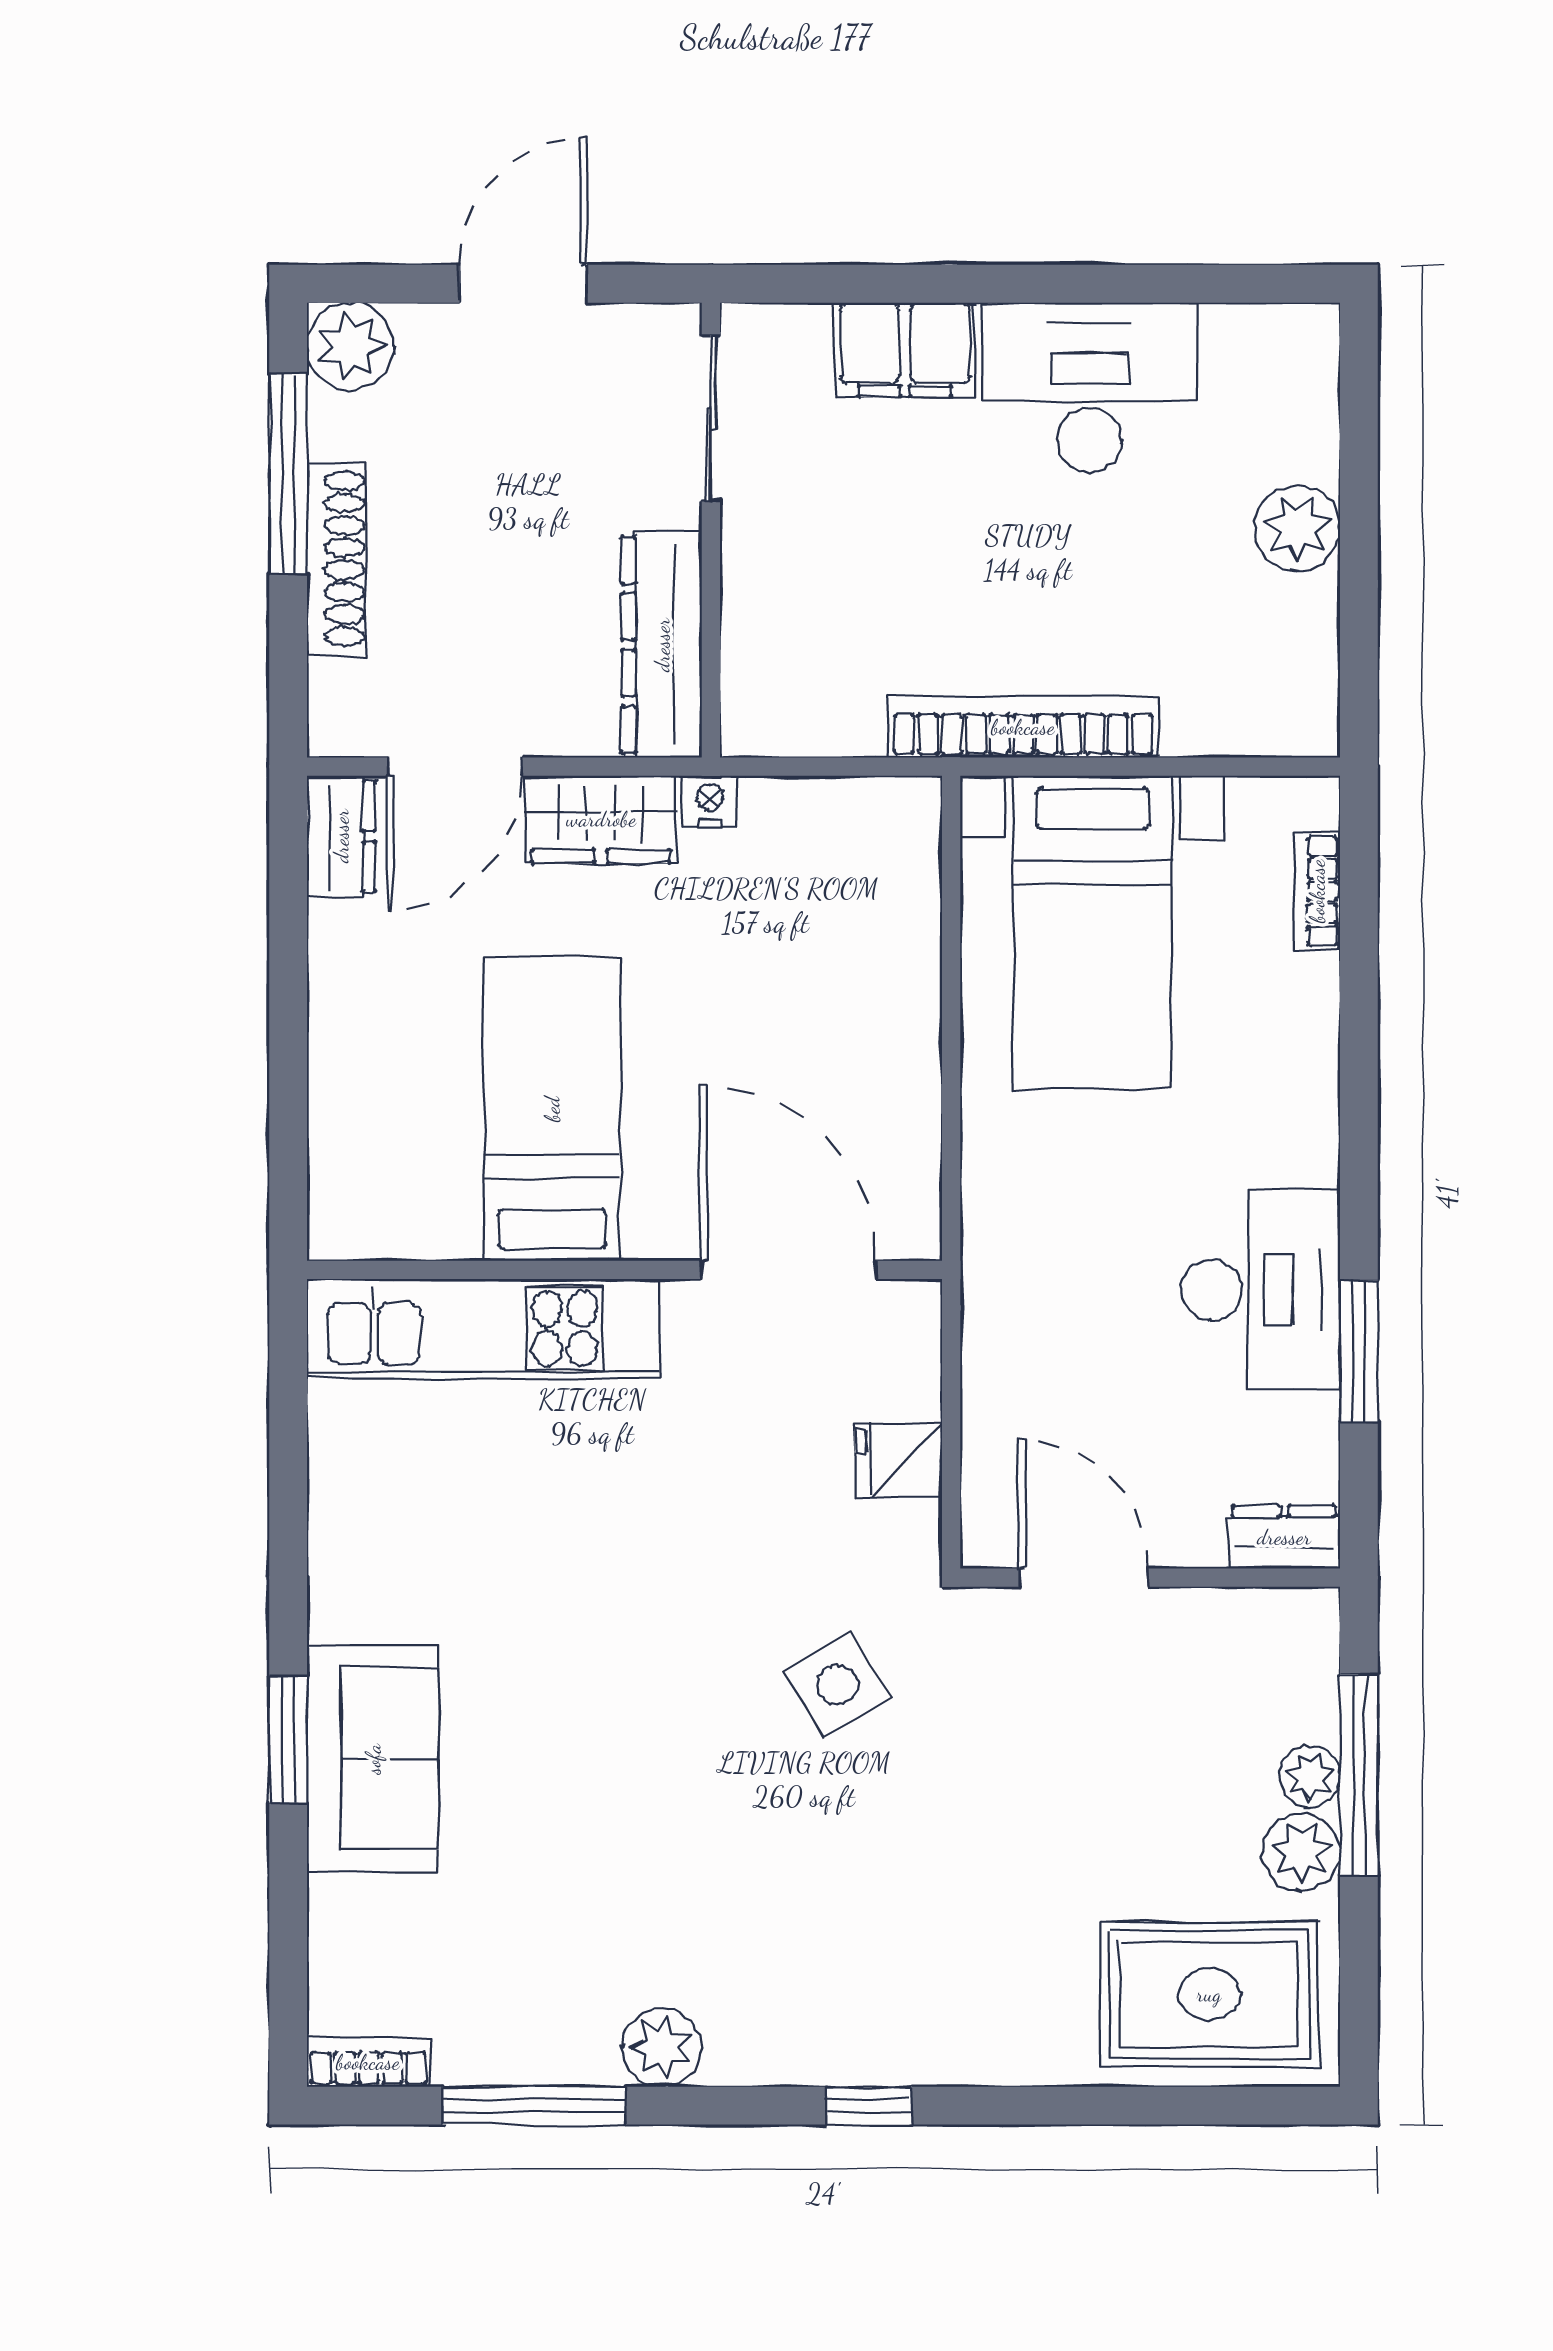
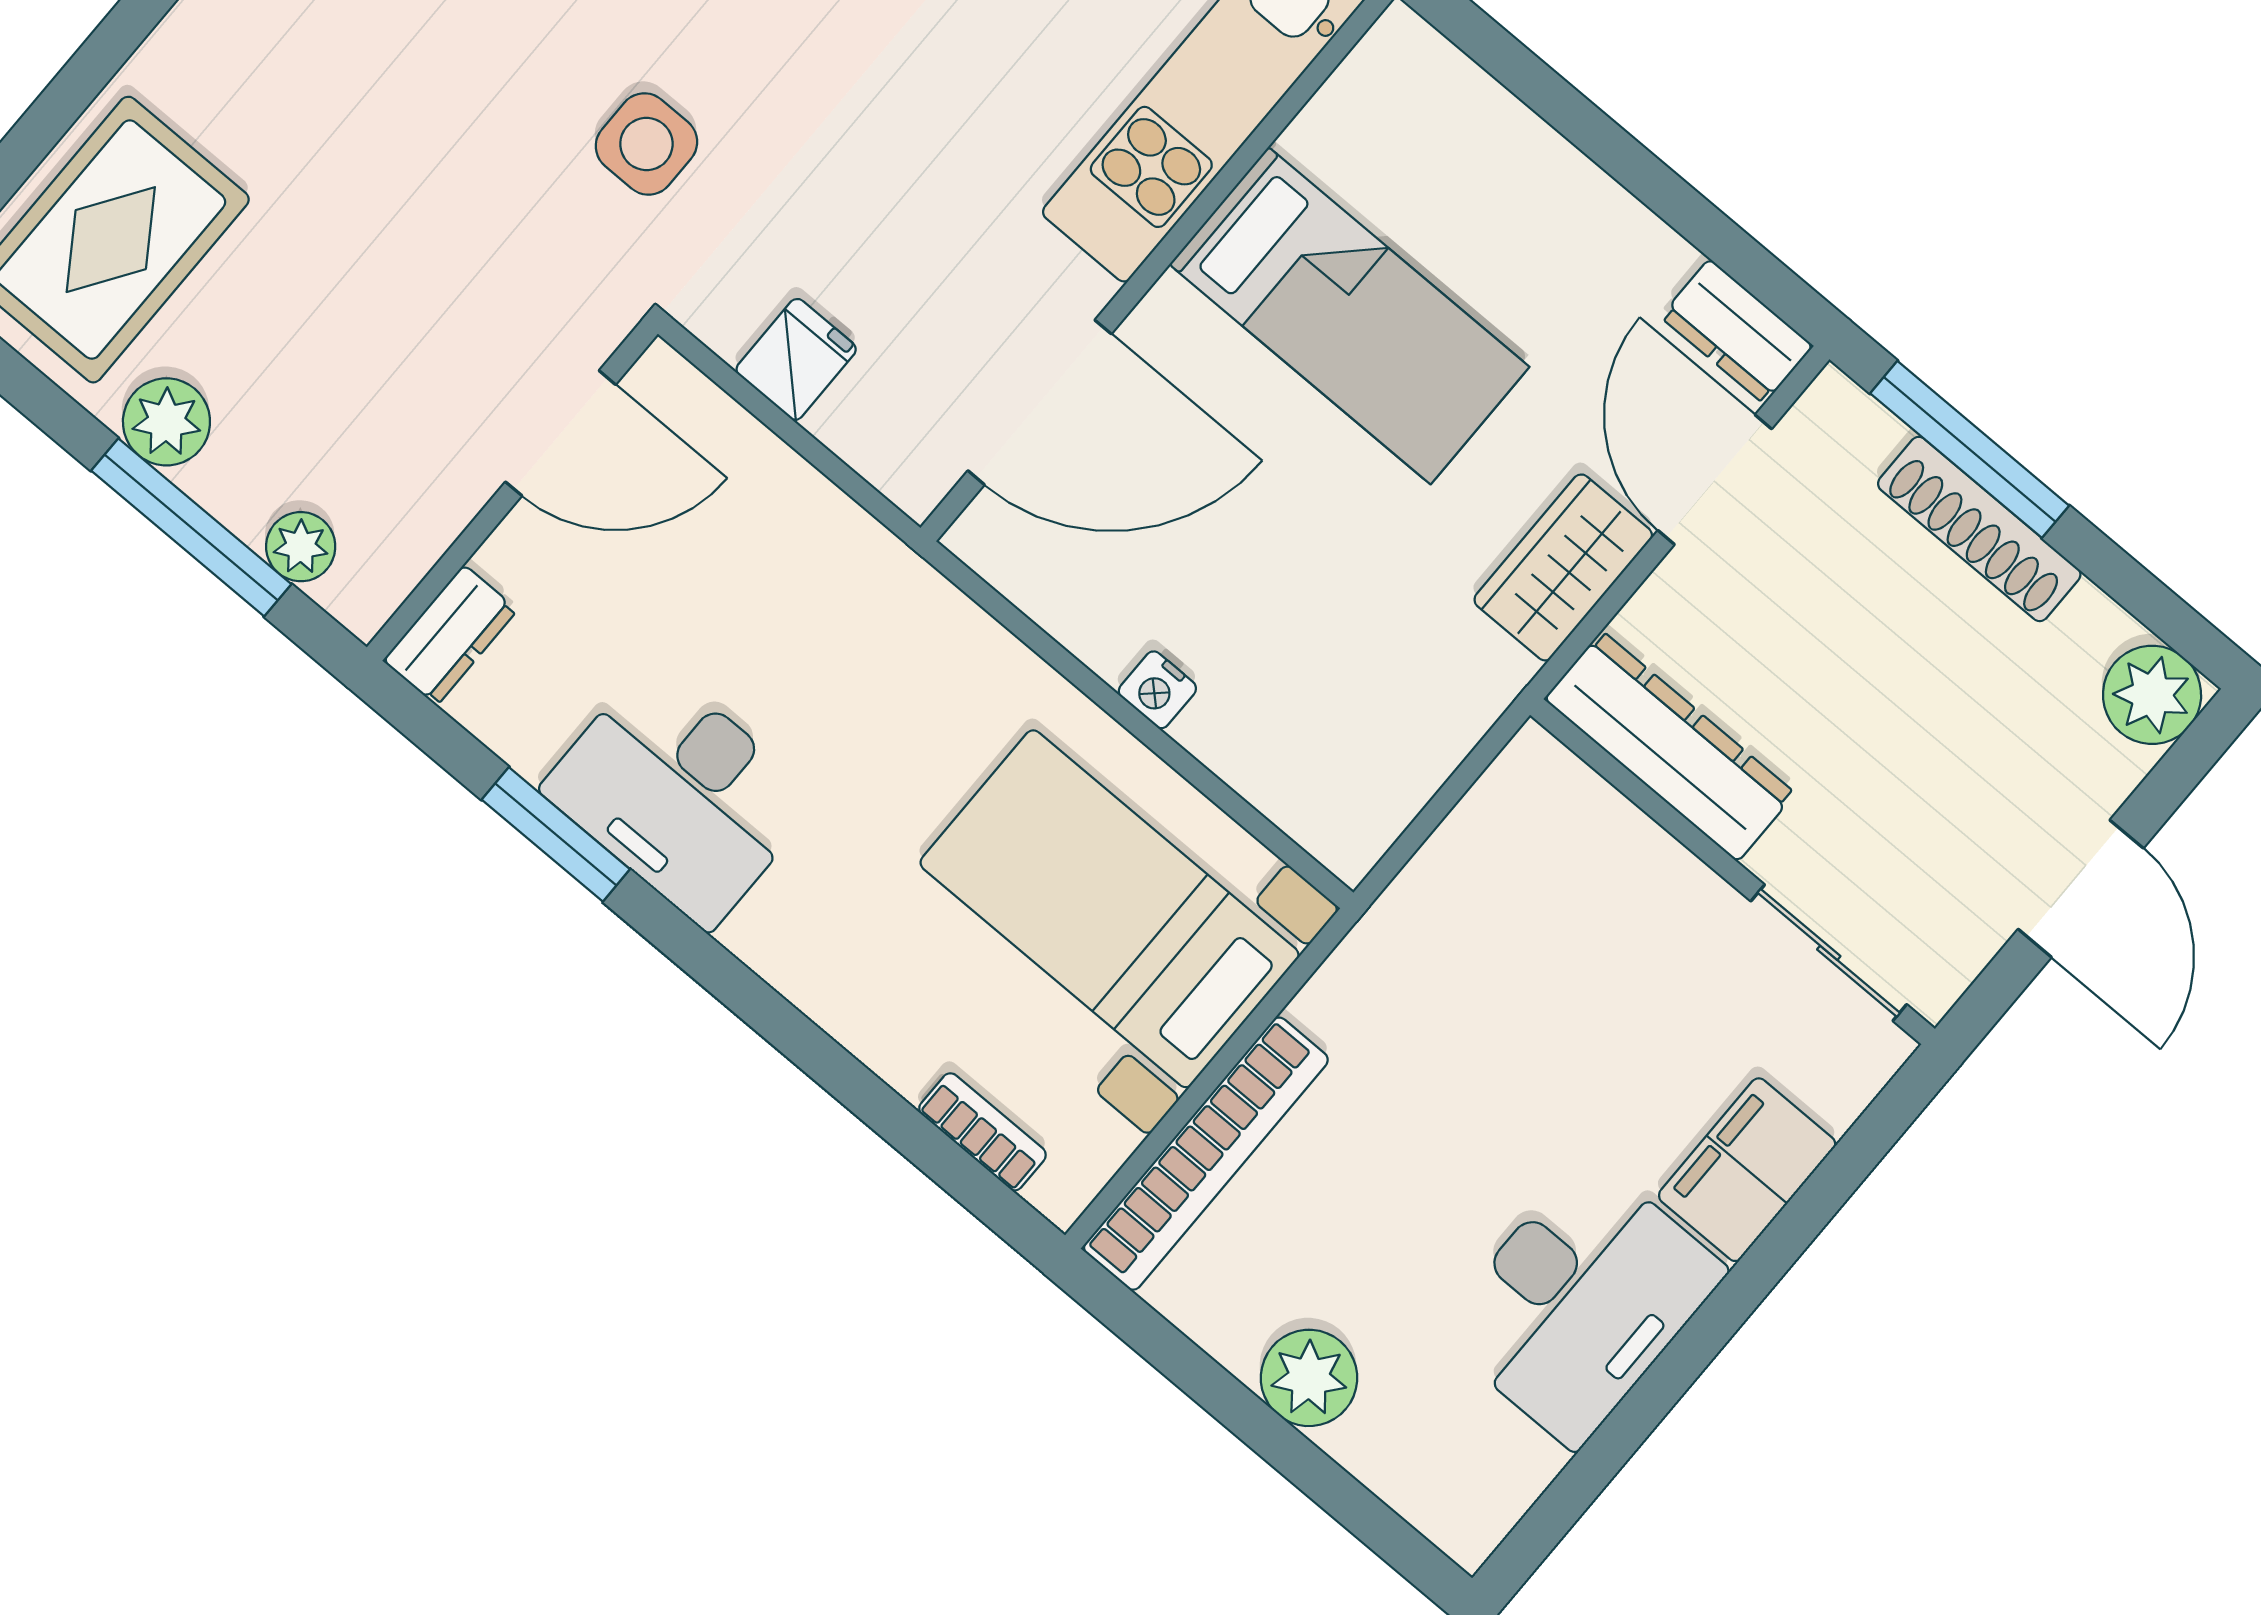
window: (288, 473) -> (1970, 449), moved
bookcase: (1023, 727) -> (1206, 1154), moved
nightstand: (710, 801) -> (1157, 690), moved, turned 90
side table: (838, 1685) -> (646, 144), turned 31
plant: (1309, 1777) -> (301, 547), moved

